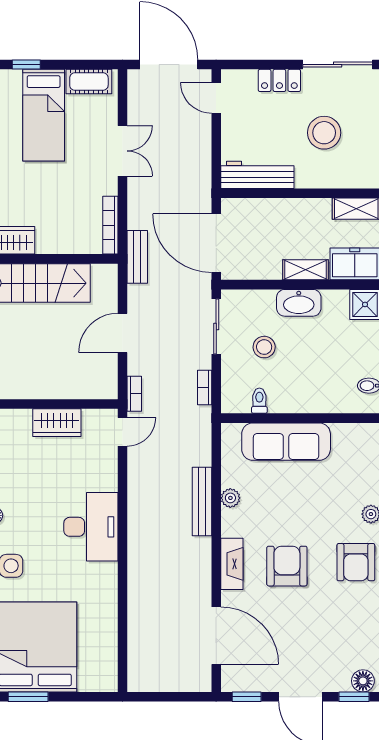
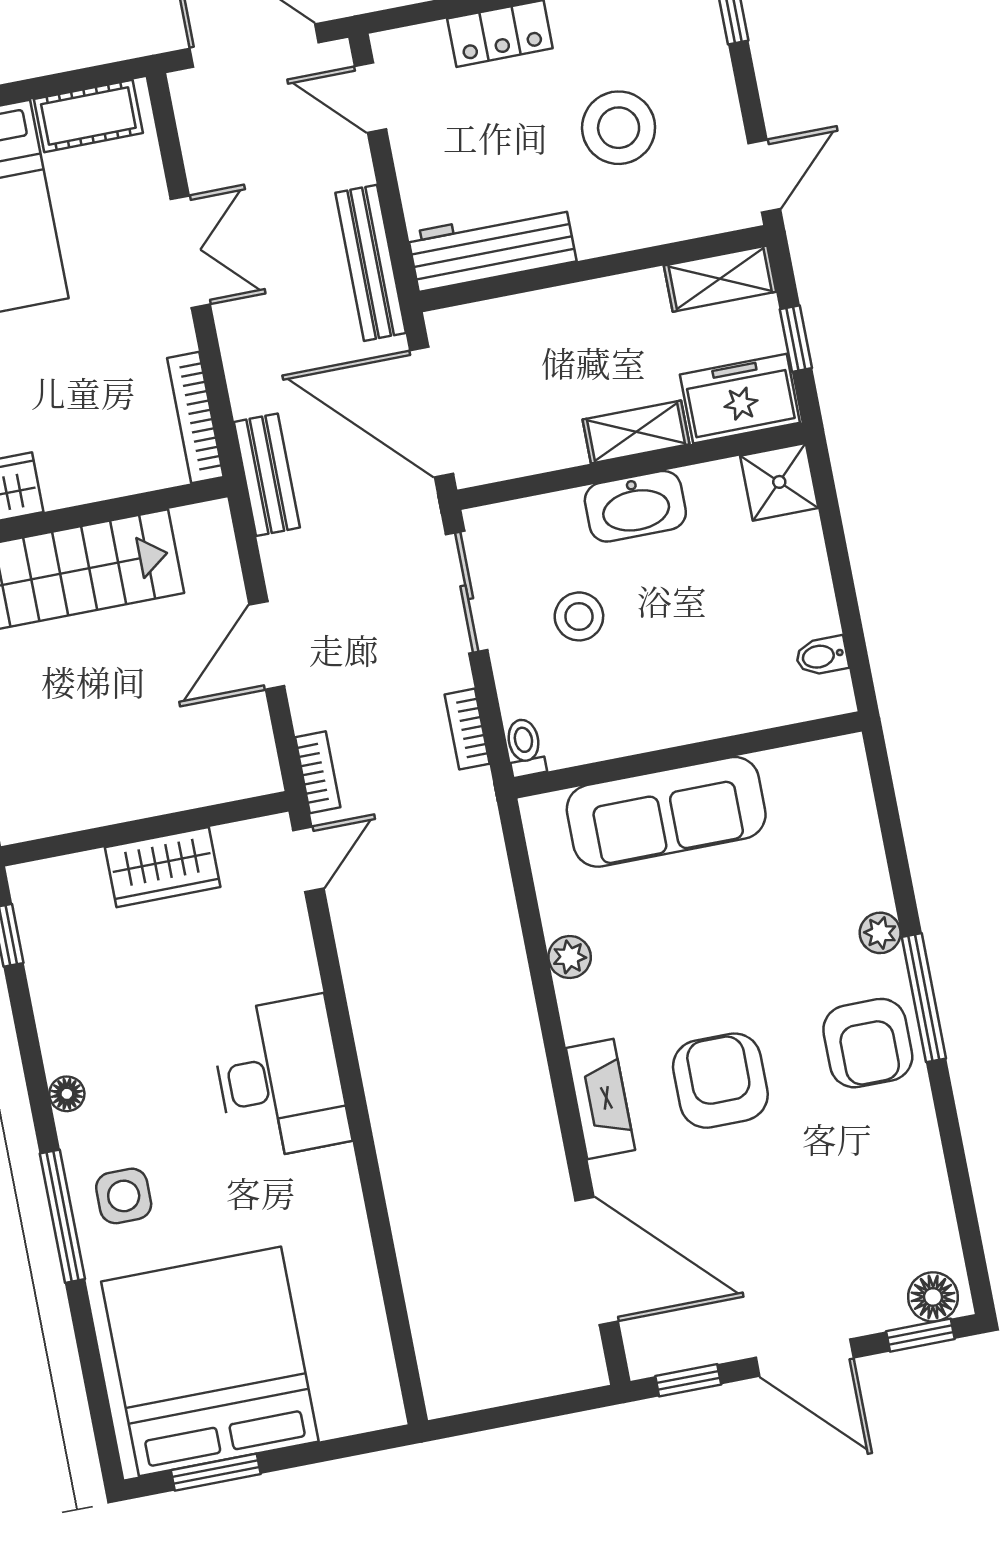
toilet: (259, 401) -> (525, 747), moved
bench: (202, 502) -> (371, 263), moved

